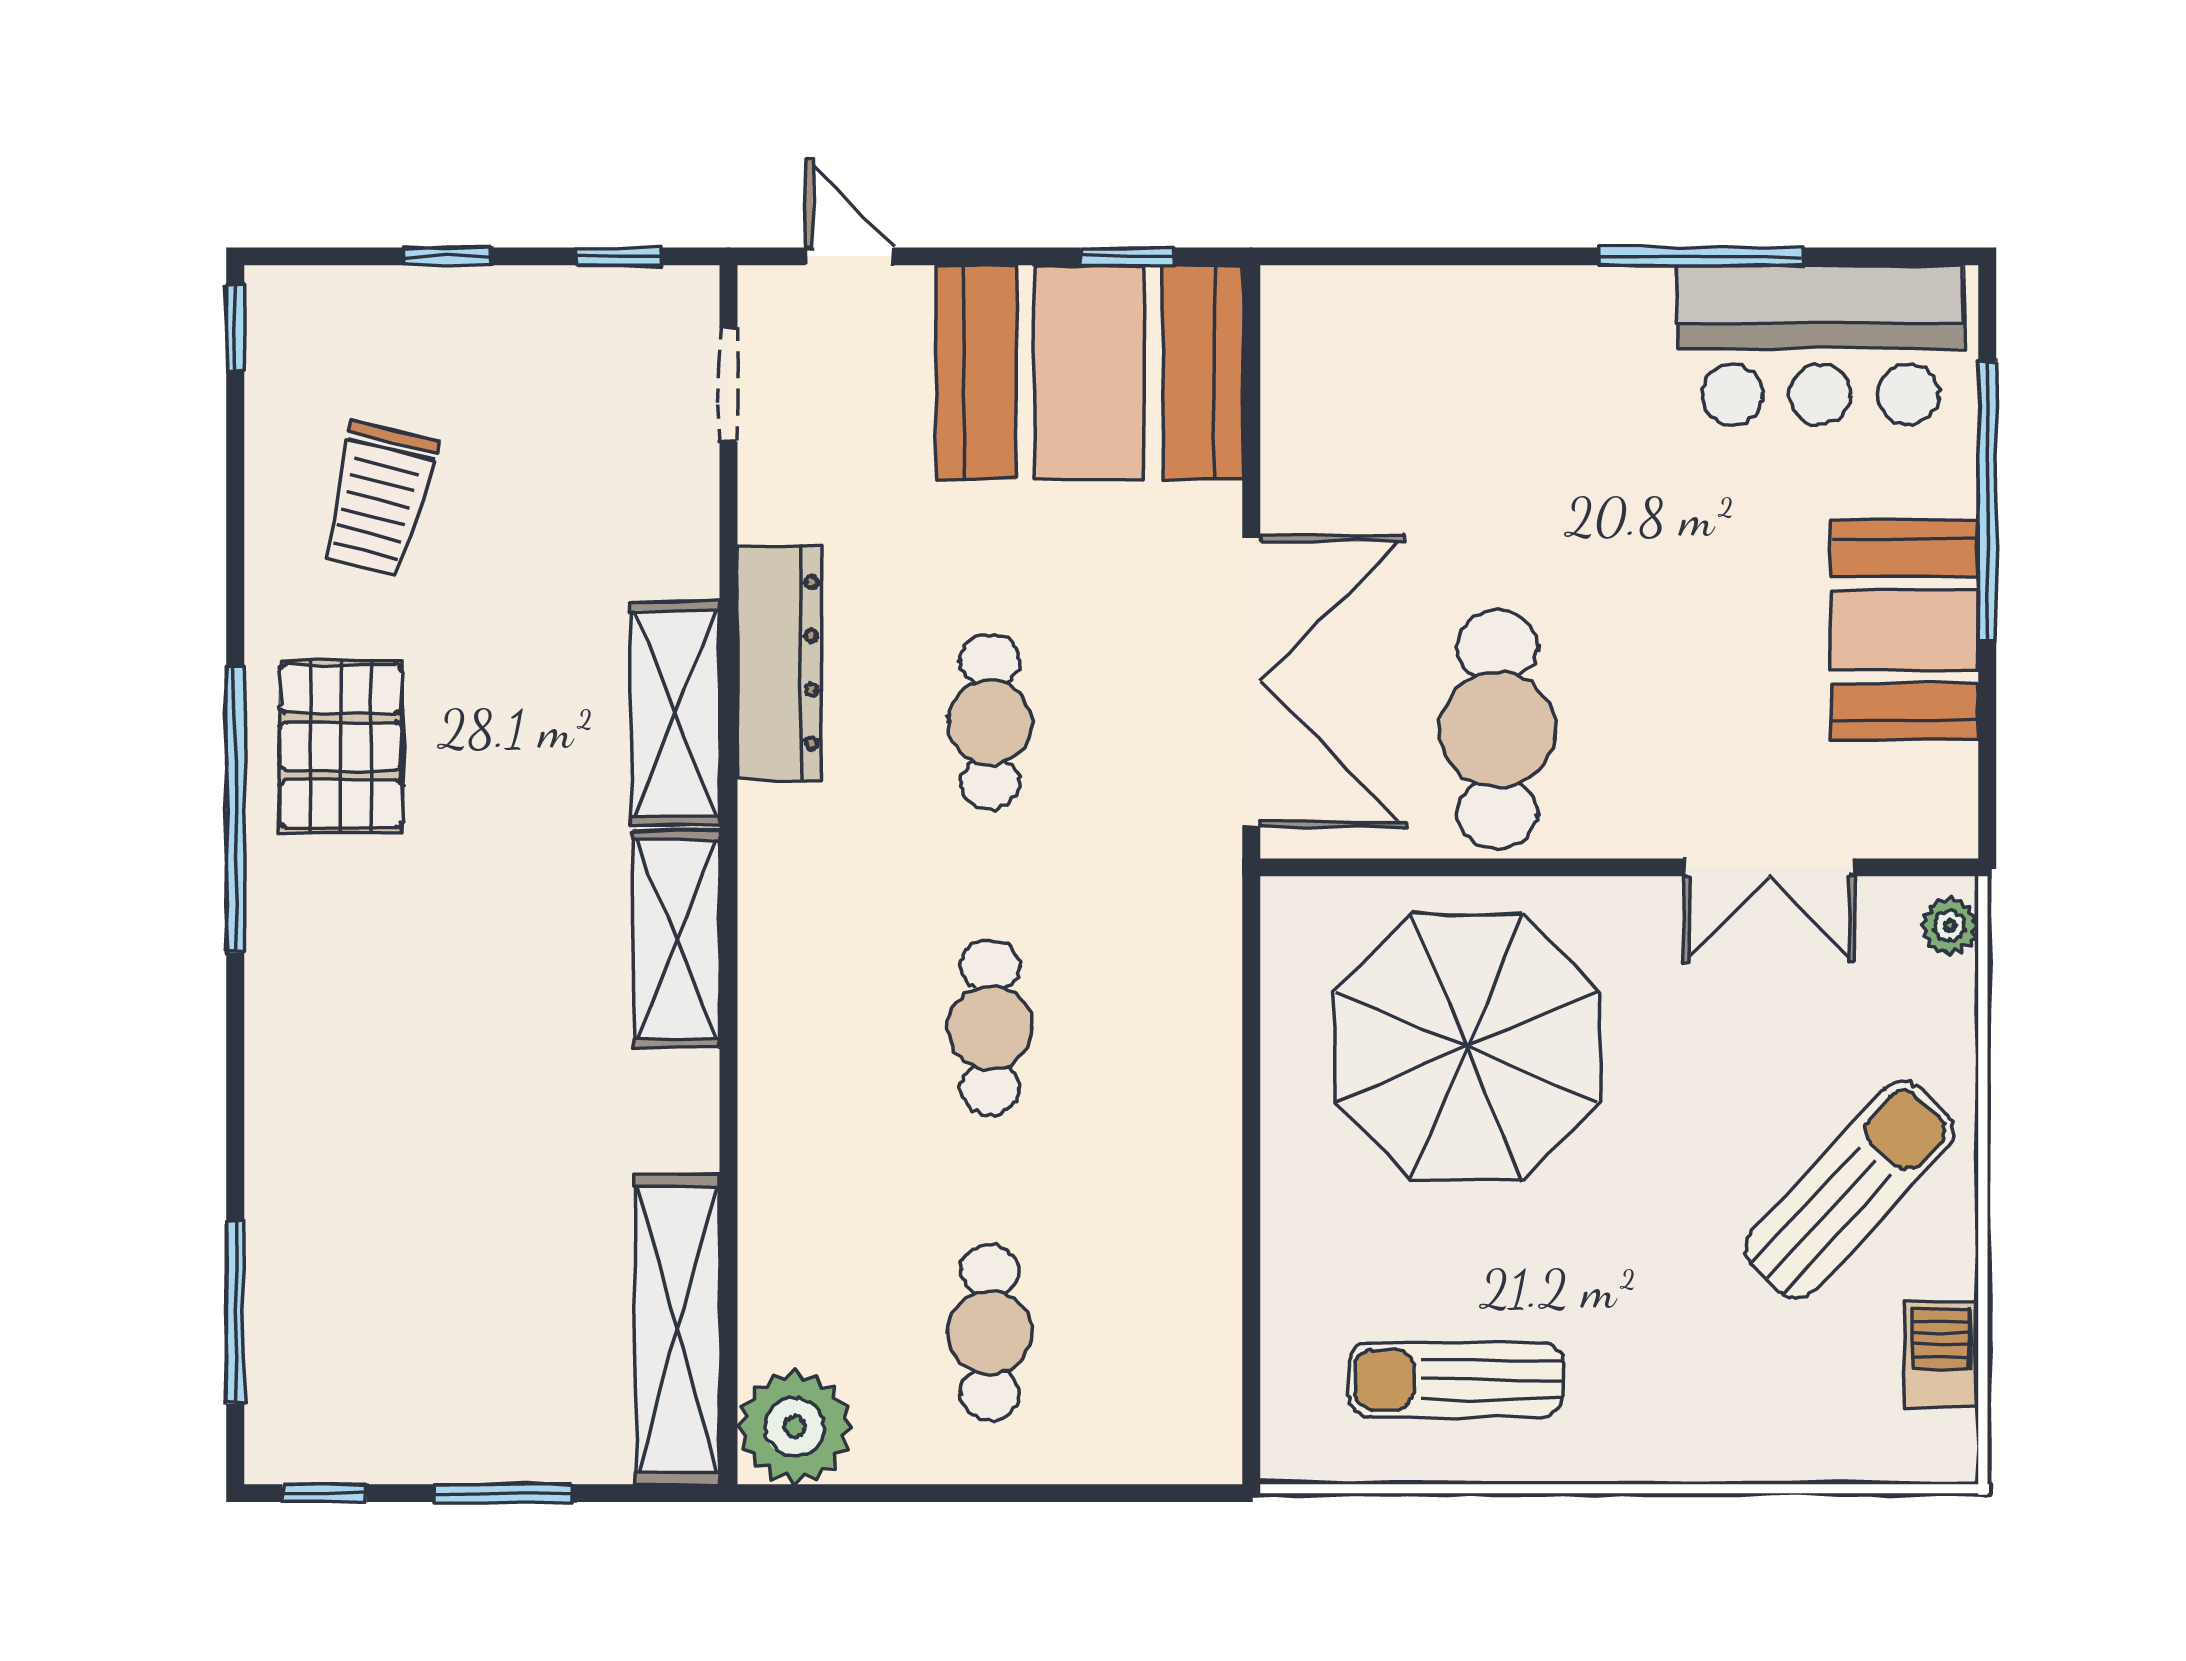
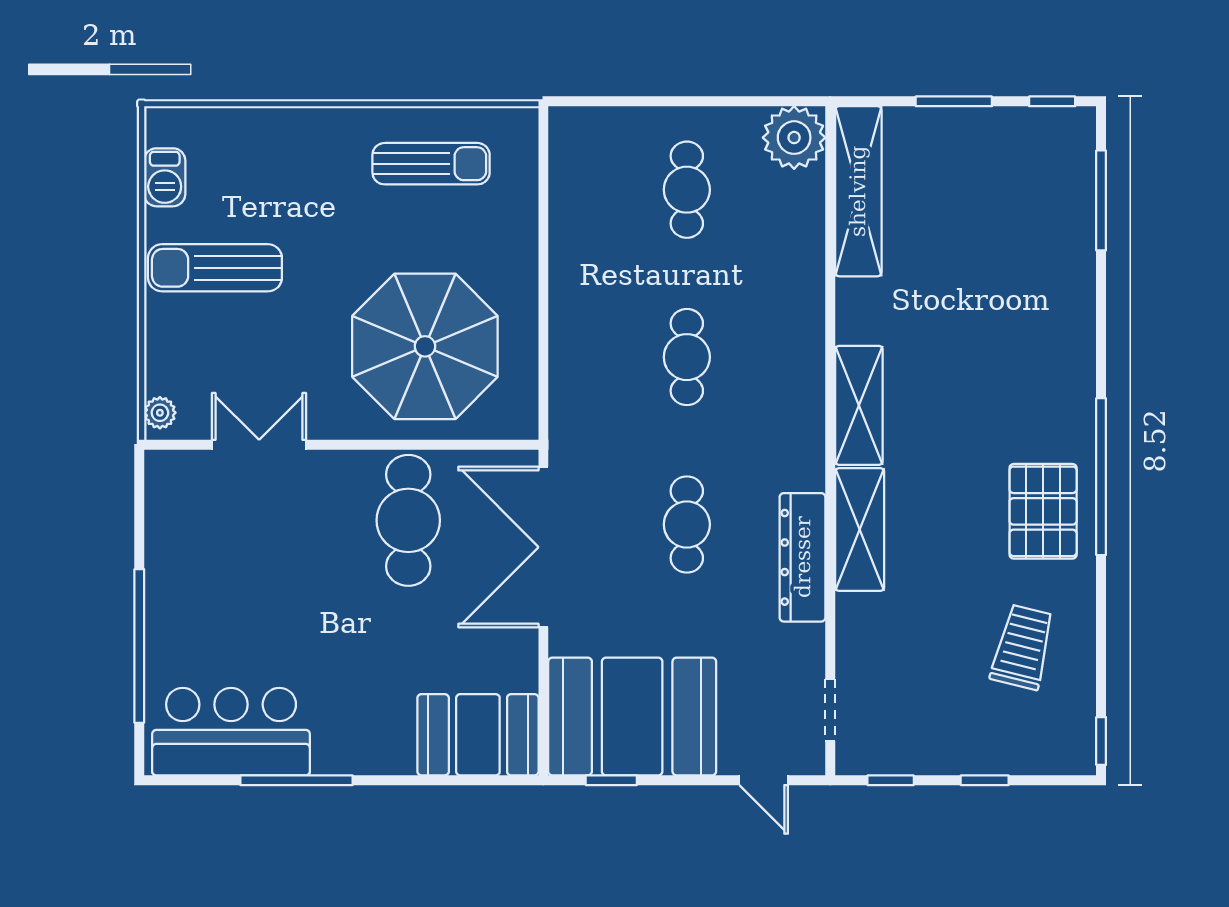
booth: (1904, 630) -> (478, 735), moved, turned 90
sun lounger: (1849, 1190) -> (215, 268), turned 47

